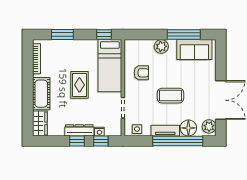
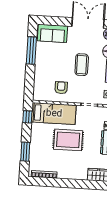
plant: (161, 46) -> (40, 70), removed
sofa: (194, 50) -> (52, 33), moved, turned 90
rug: (79, 85) -> (68, 140), width x1.36, depth x1.43
cot: (41, 94) -> (73, 172), removed

